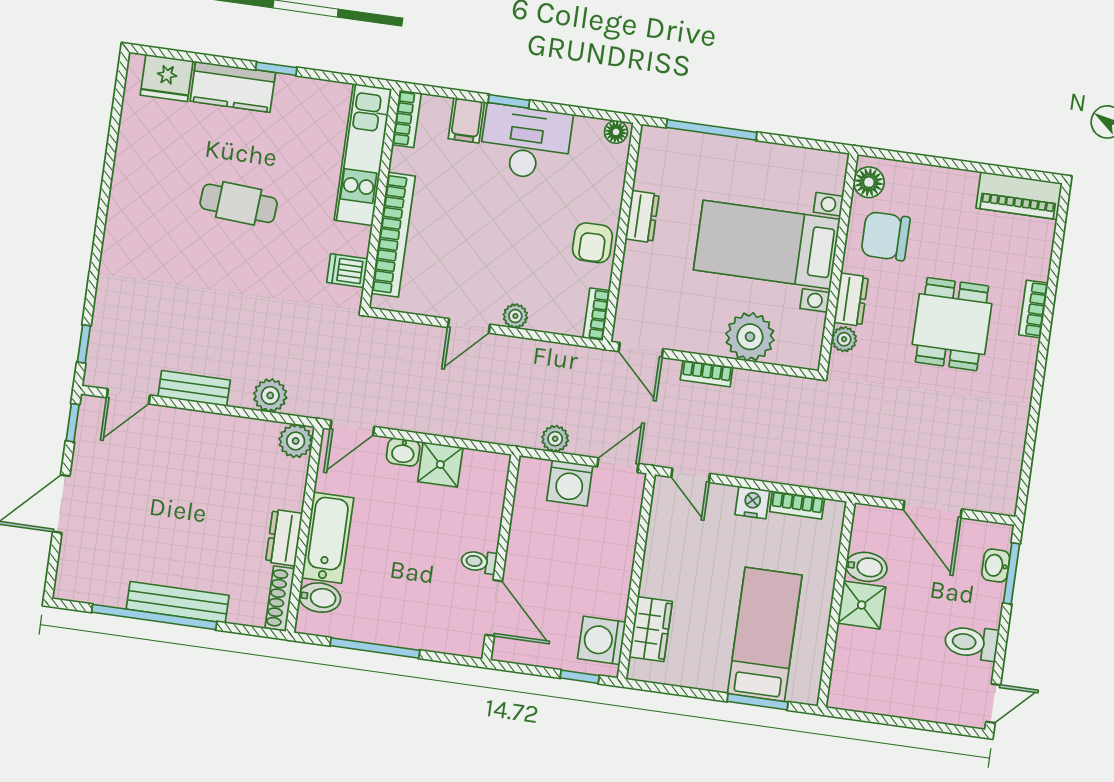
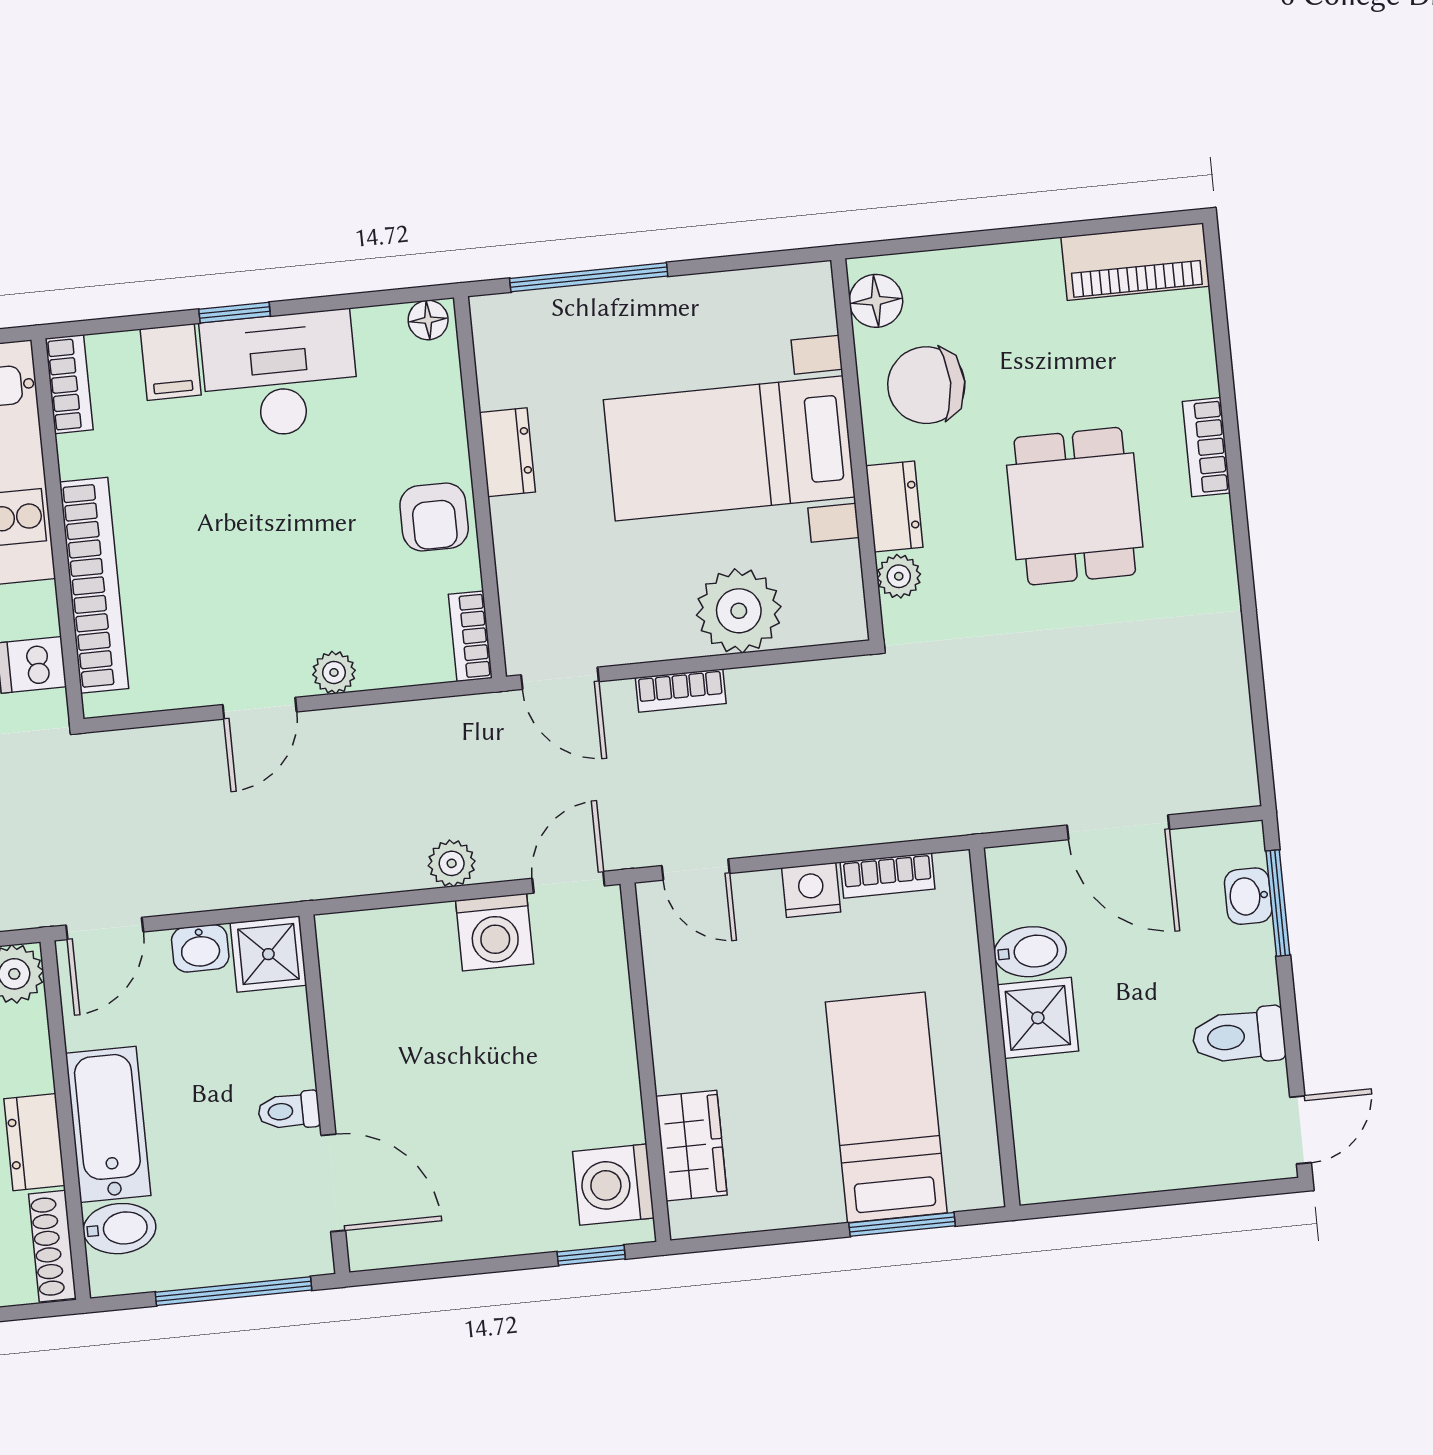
wall: (501, 557) -> (324, 1094), moved
toilet: (479, 562) -> (289, 1111), moved
door: (494, 608) -> (333, 1183), moved

